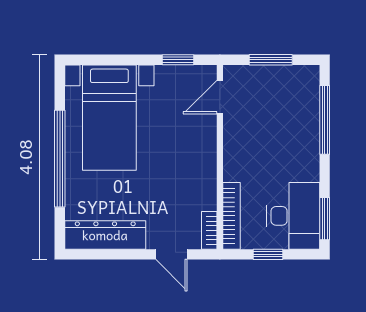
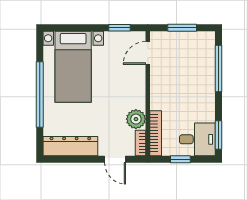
plant: (202, 195) -> (136, 119), added
desk: (293, 216) -> (197, 139), width x0.73

